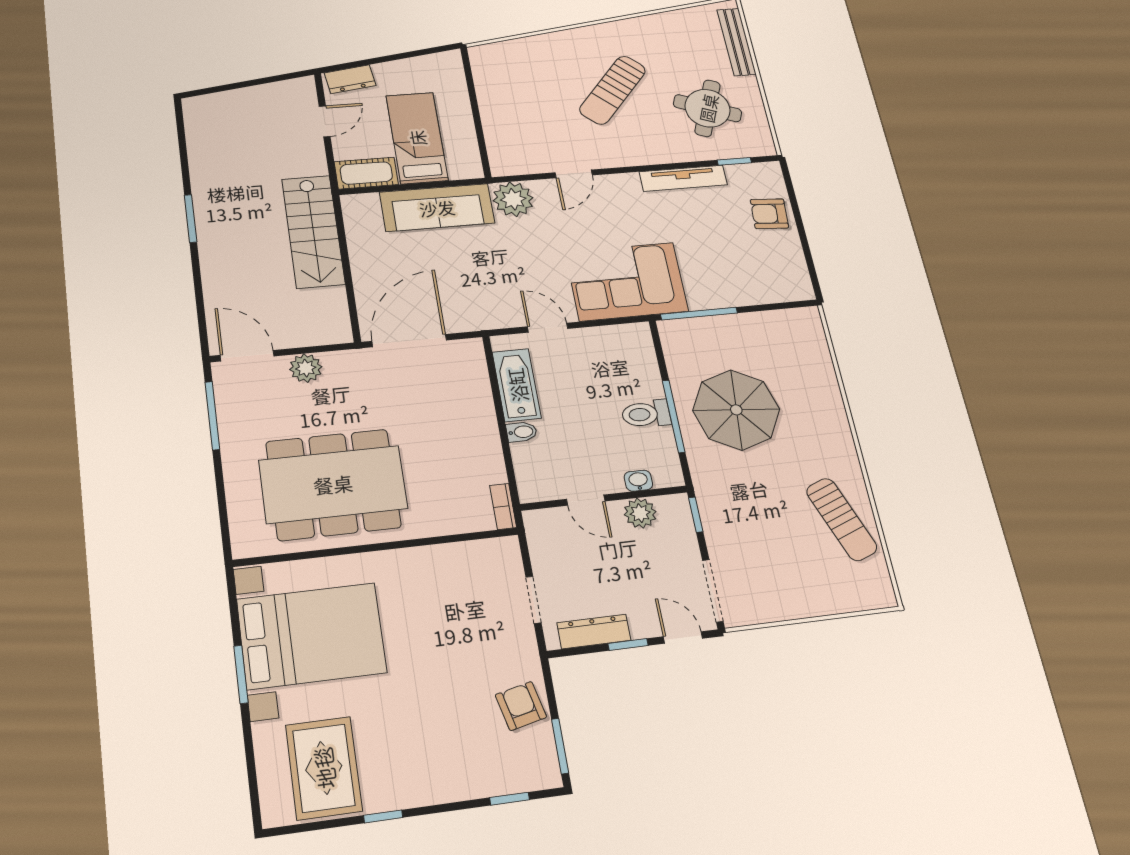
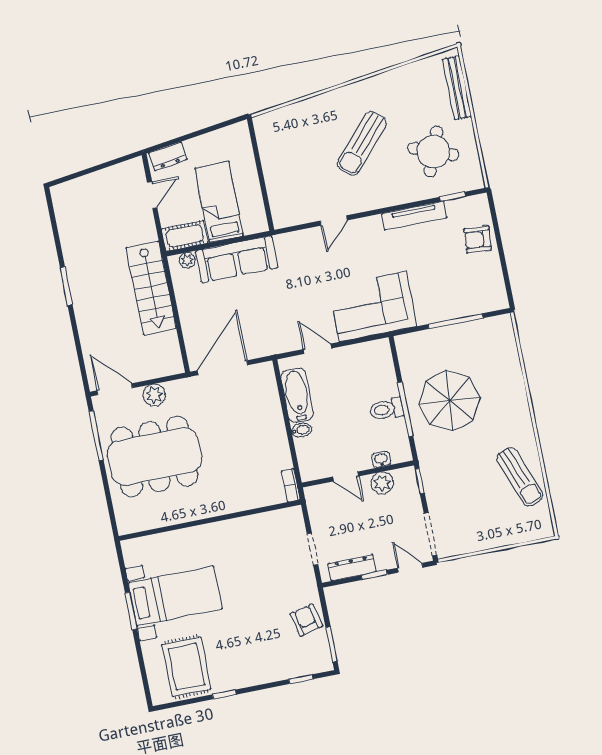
plant: (513, 199) -> (187, 260), moved, width x0.53, depth x0.53
window: (699, 314) -> (456, 321), moved
dining table: (333, 484) -> (155, 456), moved
bed with nightstands: (312, 636) -> (175, 596), width x0.73

